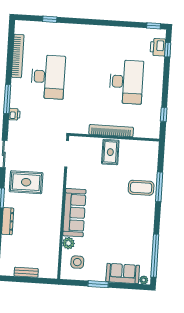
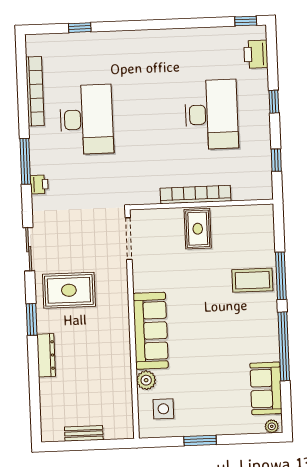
window: (168, 50) -> (274, 102), moved
window: (155, 256) -> (284, 346), moved
sofa: (123, 274) -> (266, 388), moved, turned -90

